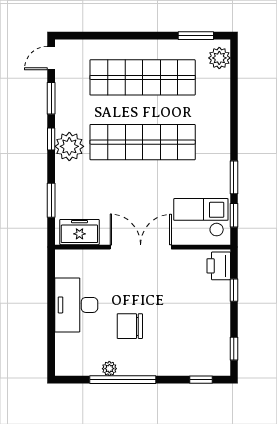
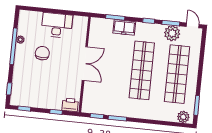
plant: (69, 146) -> (172, 33), moved
checkout: (201, 217) -> (98, 98), removed
freezer: (79, 232) -> (124, 27), moved, turned 90

